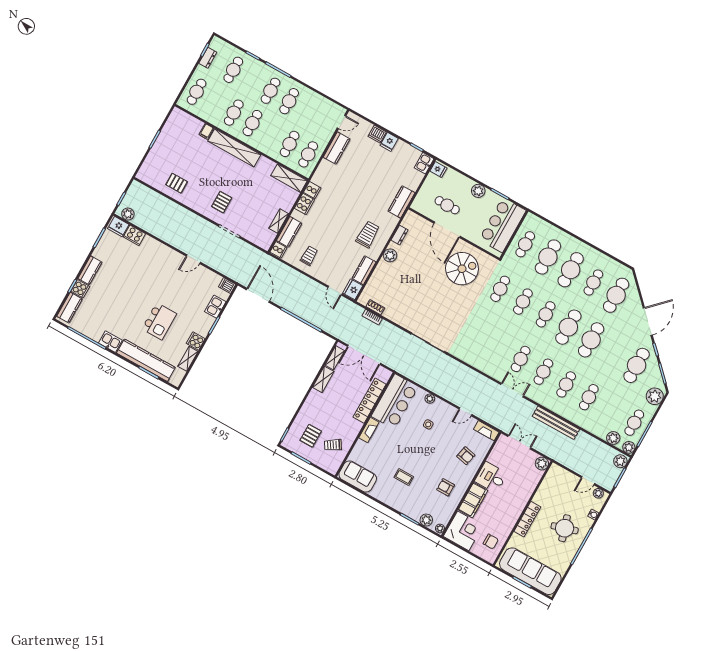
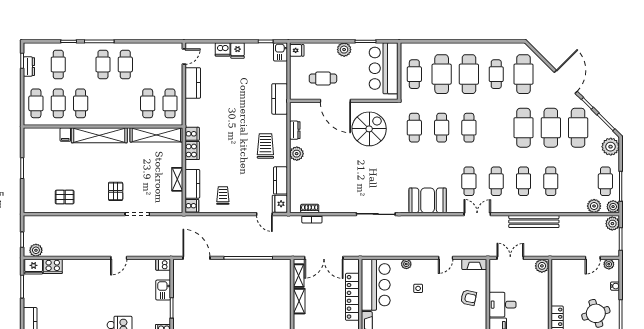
cafe table: (252, 123) -> (58, 103), moved
shelving: (289, 178) -> (156, 135), width x1.47
cafe table: (568, 327) -> (551, 128), moved
booth: (477, 356) -> (428, 200), added

